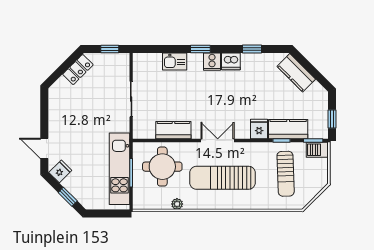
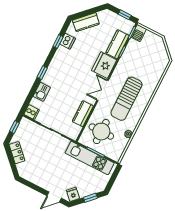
dishwasher: (231, 61) -> (68, 41), moved
cooker: (212, 62) -> (32, 112), moved
fridge: (259, 129) -> (104, 65), width x1.88, depth x1.34
sun lounger: (286, 174) -> (143, 59), removed

